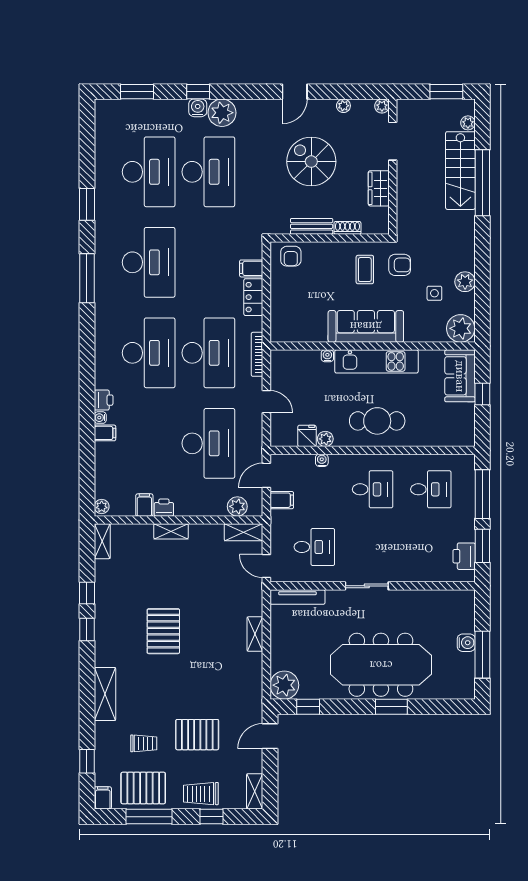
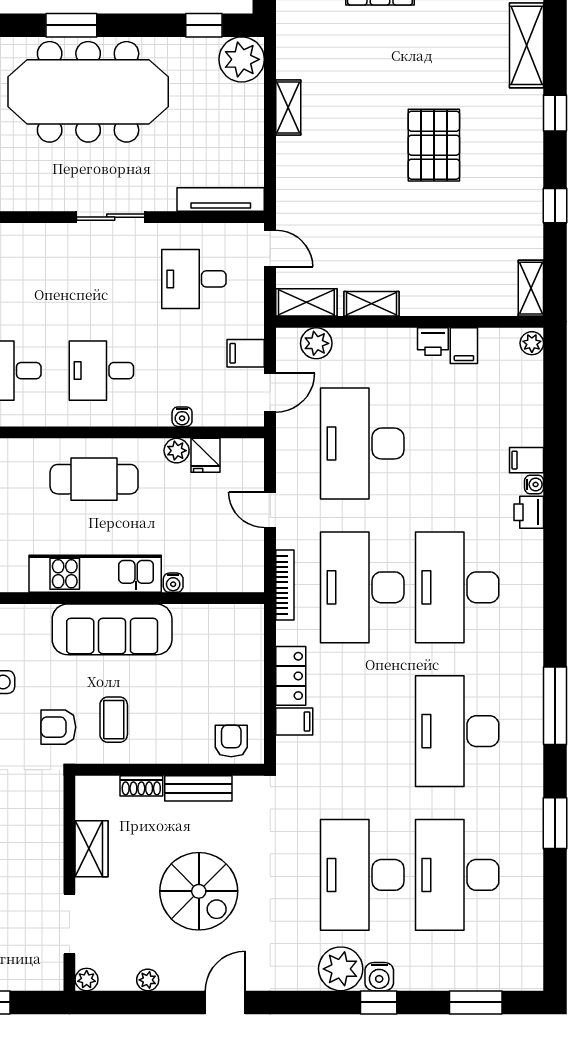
shelving: (171, 531) -> (371, 304), moved
window: (87, 630) -> (555, 113), moved
shelving: (255, 634) -> (288, 108), moved

